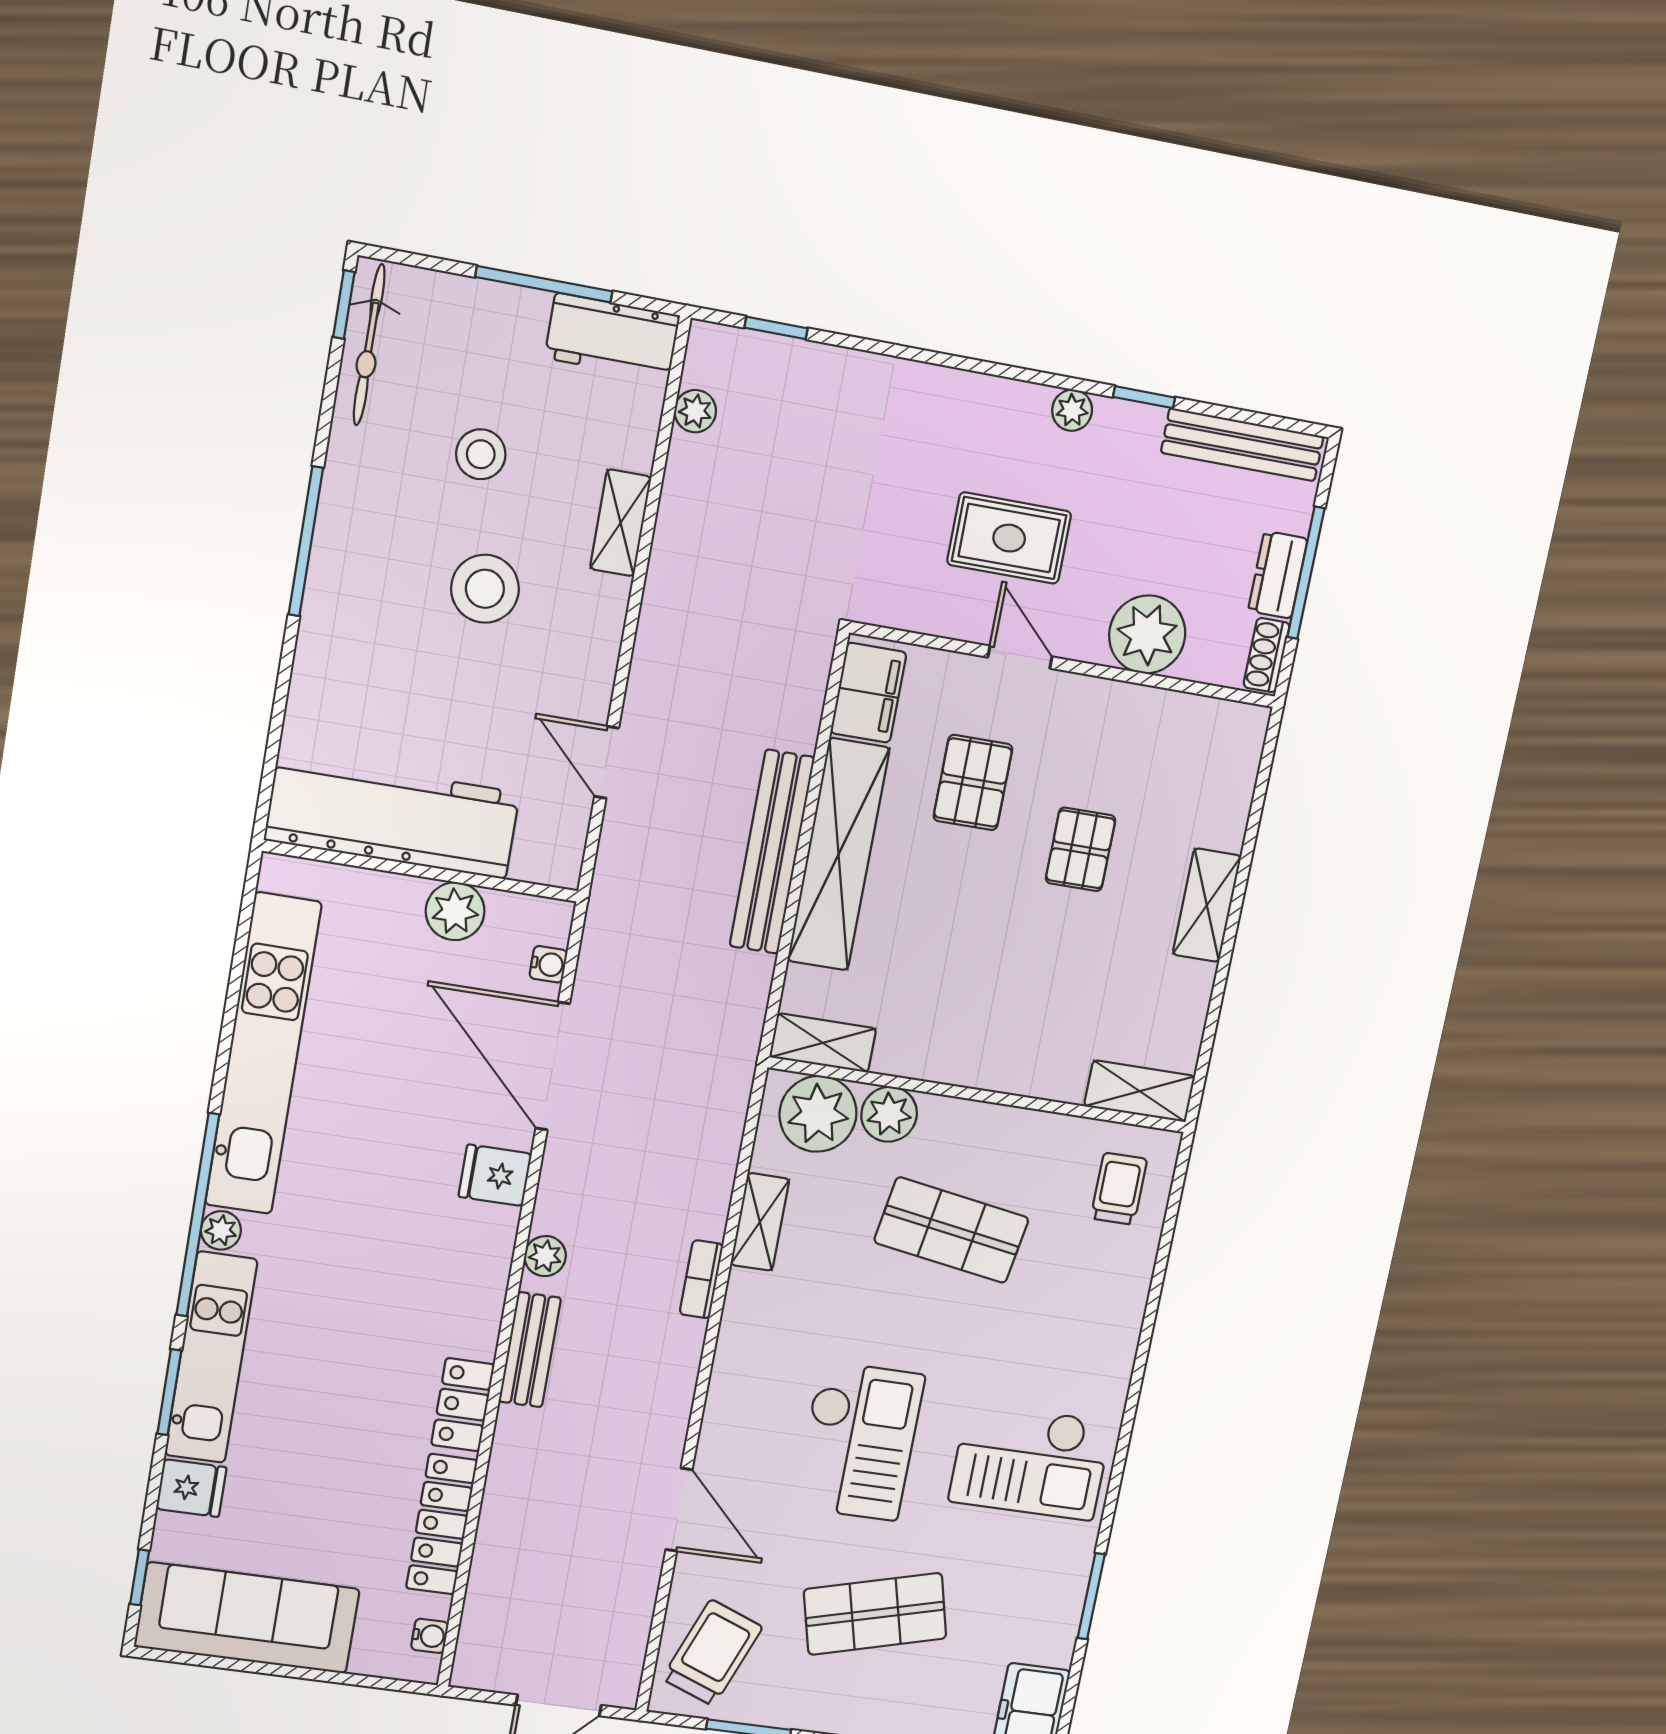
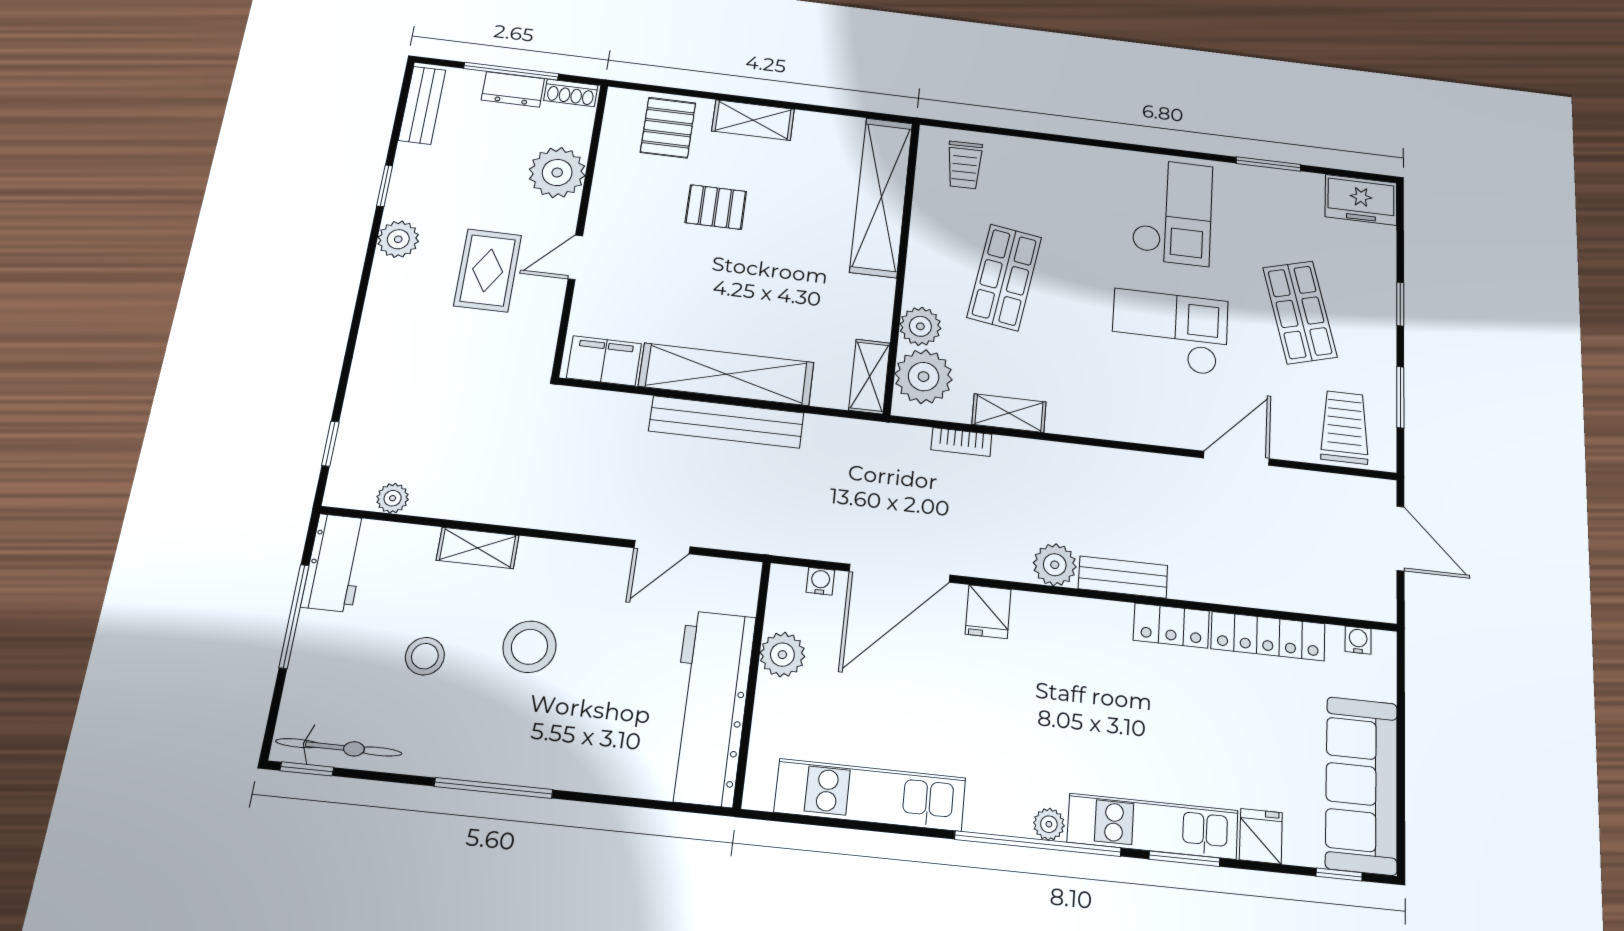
plant: (1072, 410) -> (398, 239), width x1.38, depth x1.38
bench: (1242, 445) -> (422, 105), width x0.73
pallet: (973, 783) -> (668, 128), moved, turned 90
kitchen unit: (263, 1054) -> (870, 795), width x0.73
shelving: (1140, 1091) -> (881, 197), width x2.20, depth x1.33
trolley: (1119, 1189) -> (964, 165), turned -91
plant: (545, 1256) -> (1055, 565), width x1.38, depth x1.38
bookcase: (701, 1279) -> (961, 442), moved
trolley: (712, 1653) -> (1345, 427), turned 69

